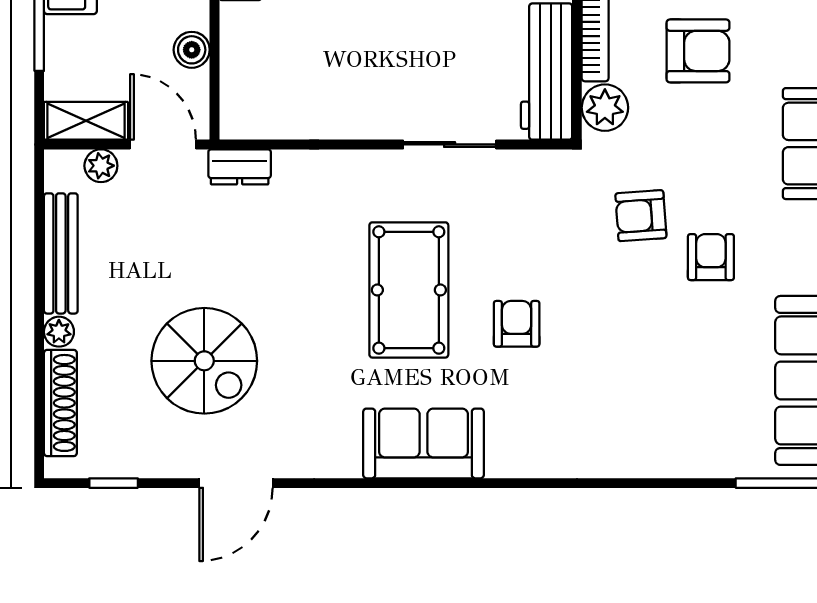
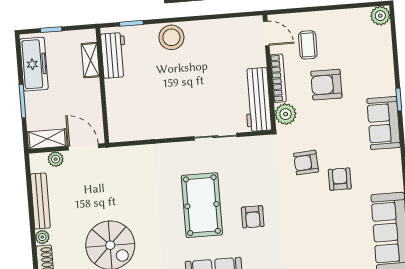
boiler: (192, 50) -> (93, 102), removed
armchair: (698, 51) -> (326, 85), turned 180
dresser: (240, 167) -> (119, 155), removed
armchair: (517, 324) -> (253, 217), turned 180

